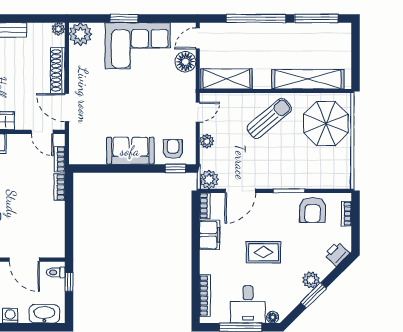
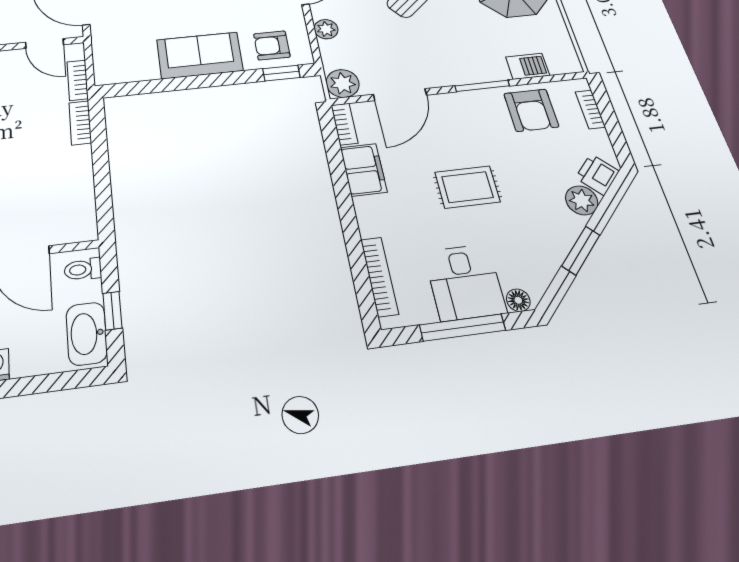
armchair: (173, 149) -> (272, 45), turned -90
barbecue: (319, 181) -> (528, 66), added
plant: (311, 280) -> (582, 200), moved
window: (69, 282) -> (112, 311), moved
washbasin: (44, 314) -> (87, 334), moved, turned -90

